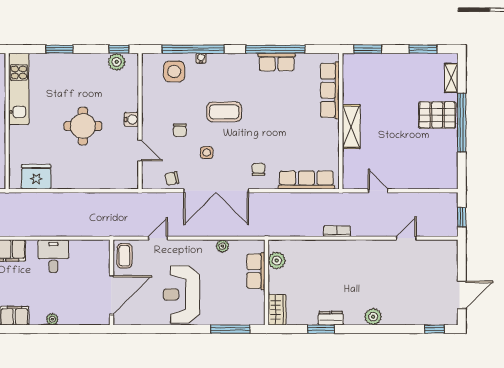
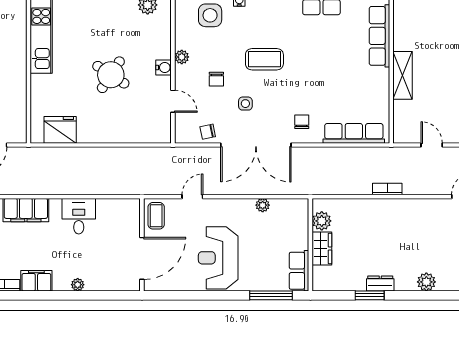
plant: (148, 110) -> (182, 57), added
round table: (83, 126) -> (111, 75), turned 33
row of seats: (256, 271) -> (299, 271), moved
wardrobe: (277, 310) -> (322, 248), moved

